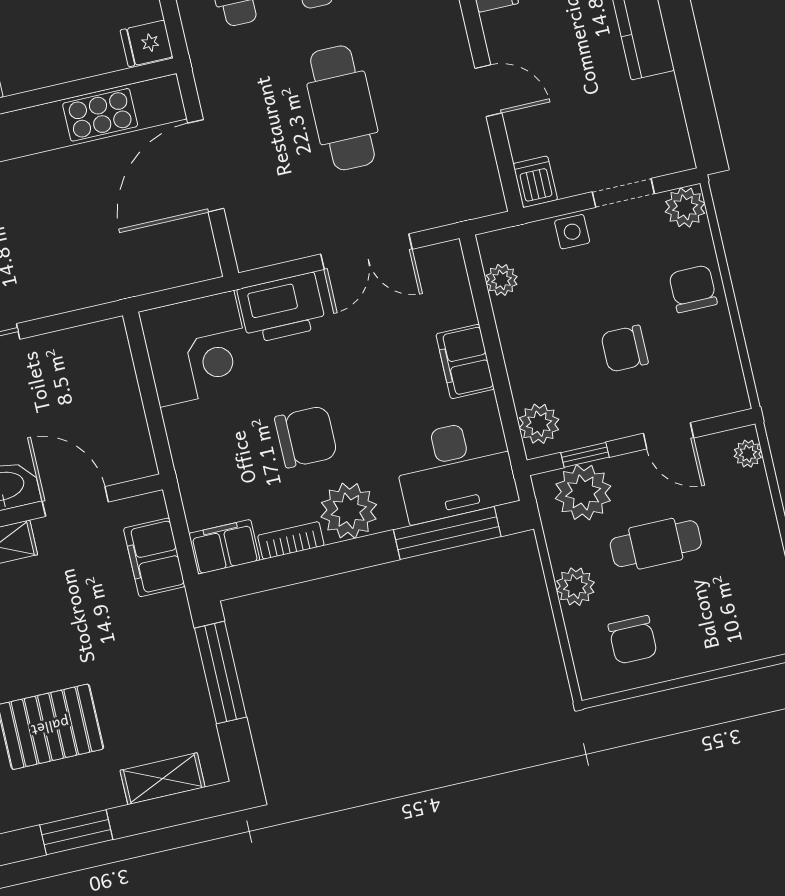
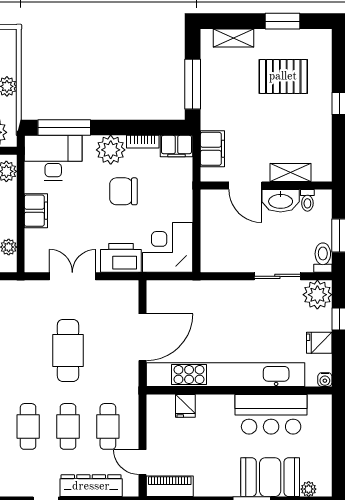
fridge: (147, 43) -> (185, 406), moved, turned 90

